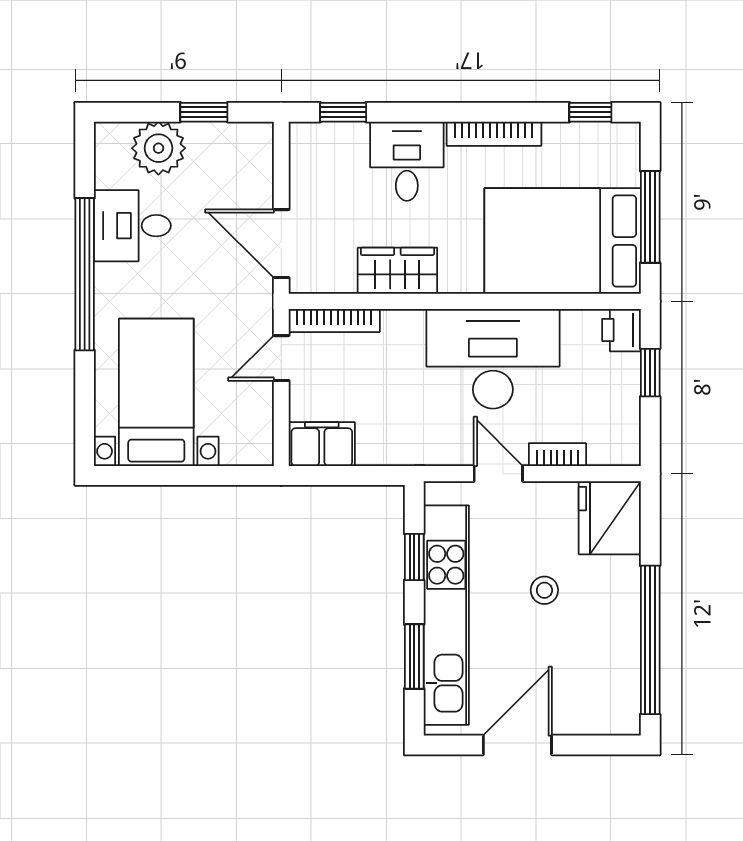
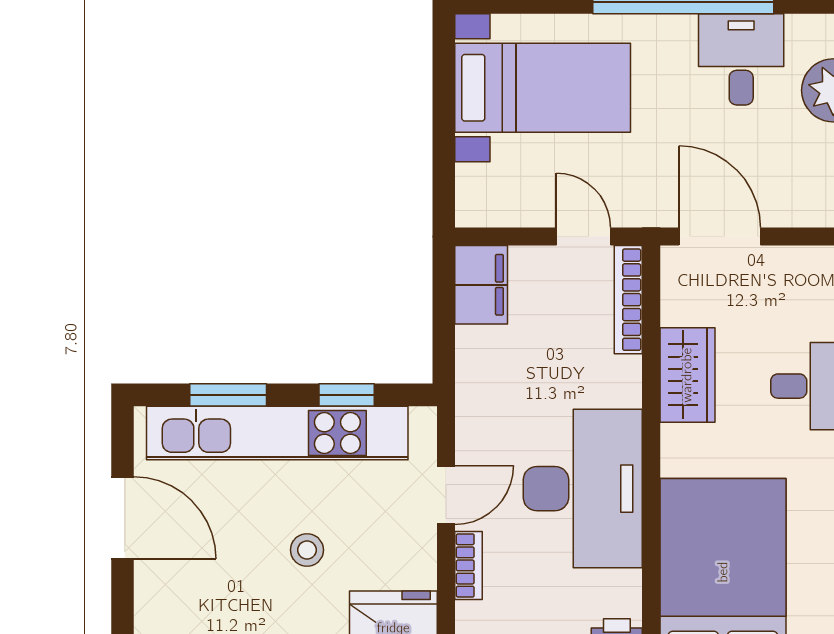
door: (281, 244) -> (720, 237), hinge flipped

